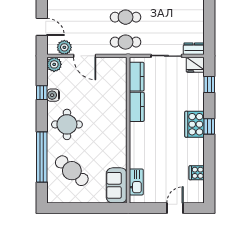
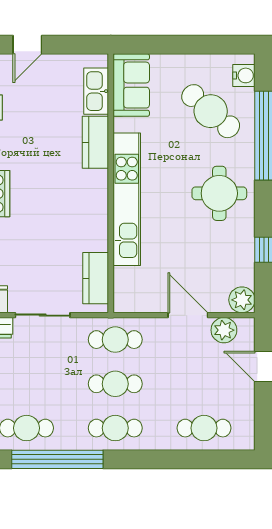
water cooler: (53, 95) -> (244, 75), moved
kitchen counter: (137, 107) -> (95, 142), moved
kitchen unit: (119, 121) -> (127, 199), added

